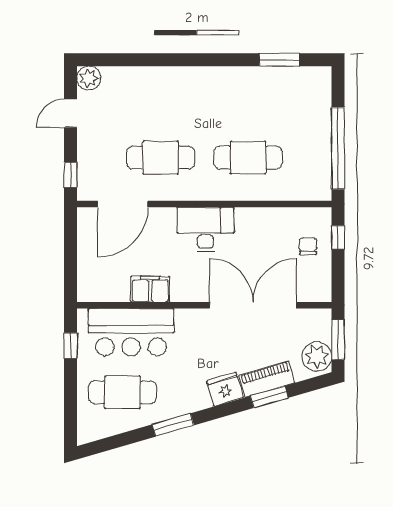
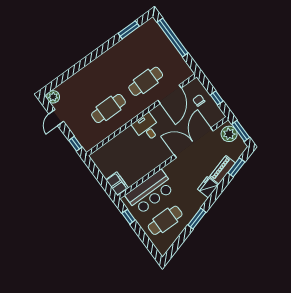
window: (338, 148) -> (173, 38), moved
door: (123, 204) -> (170, 94), moved
desk: (205, 229) -> (147, 128), width x0.73
window: (338, 237) -> (217, 98), moved
filing cabinet: (150, 289) -> (117, 184), moved, turned 90
plant: (317, 356) -> (229, 134), moved
window: (269, 397) -> (236, 167), moved

